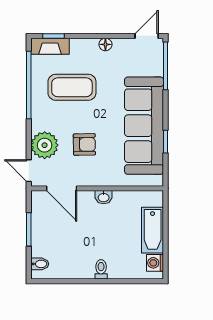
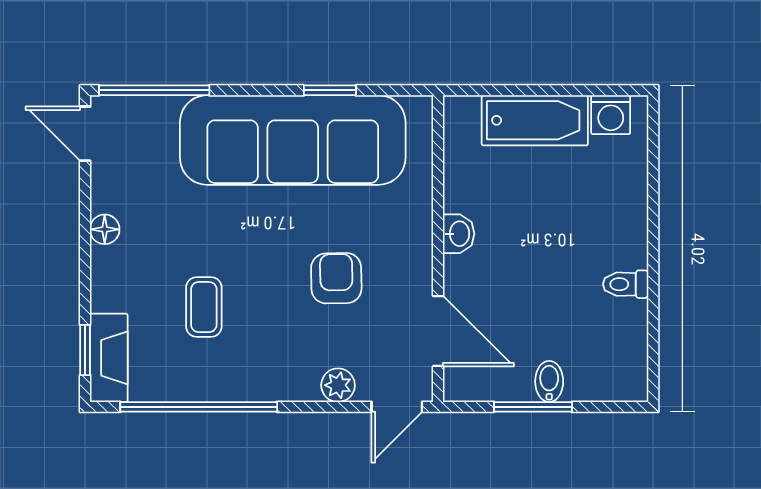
coffee table: (72, 87) -> (204, 307), width x0.54, depth x0.58
plant: (45, 145) -> (338, 385), width x0.53, depth x0.53
door: (62, 188) -> (438, 331), hinge flipped
bidet: (40, 264) -> (549, 381), moved
toilet: (101, 269) -> (626, 284), moved

